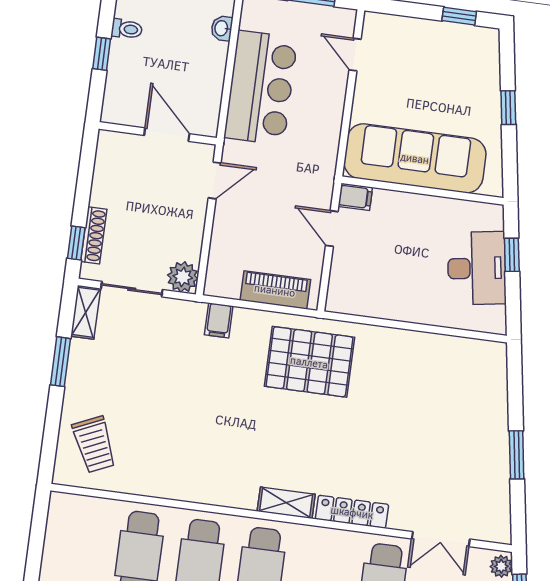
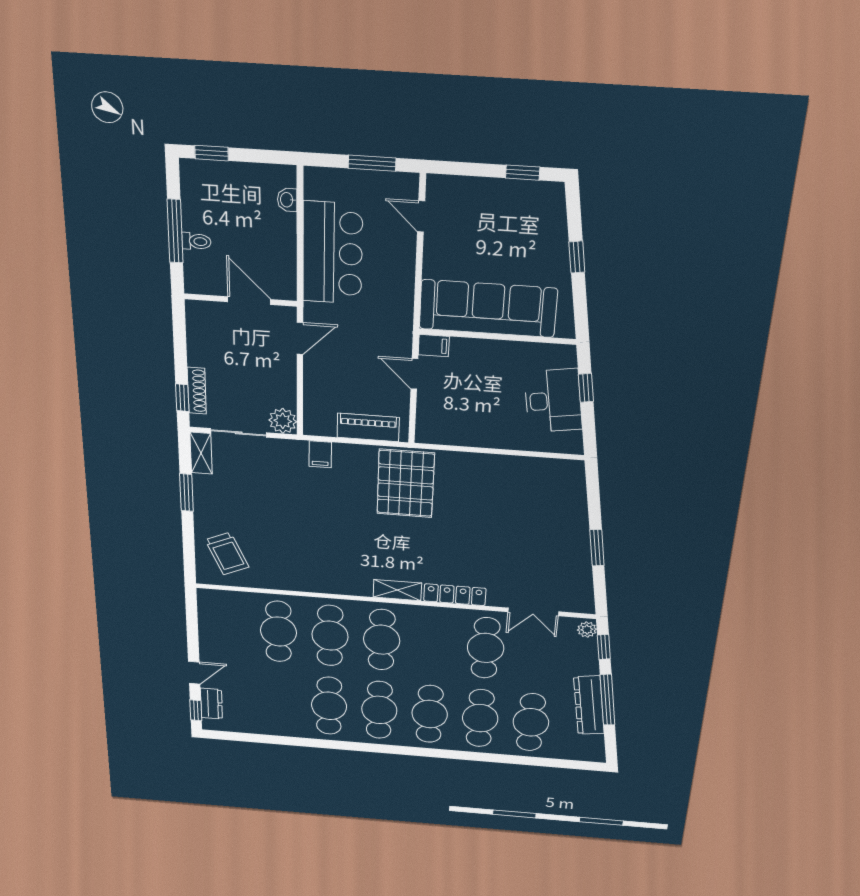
toilet: (127, 29) -> (196, 241), moved
window: (102, 54) -> (175, 231), width x2.17
pallet: (309, 362) -> (406, 483), turned 90

